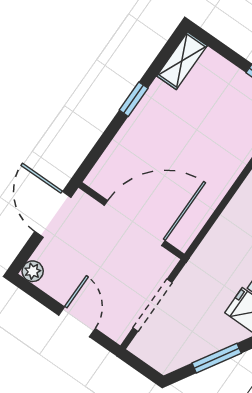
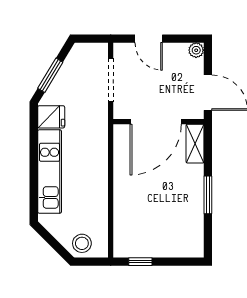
shelving: (182, 61) -> (195, 144), moved
window: (134, 99) -> (208, 195), width x1.50

